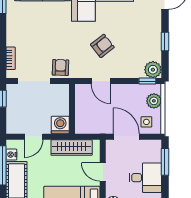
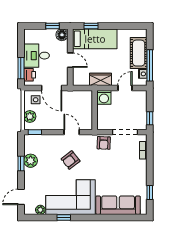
plant: (153, 70) -> (31, 161), moved
wardrobe: (72, 148) -> (100, 79), width x0.67
printer: (154, 154) -> (30, 75), added

